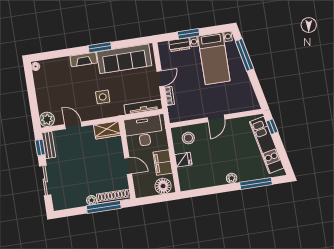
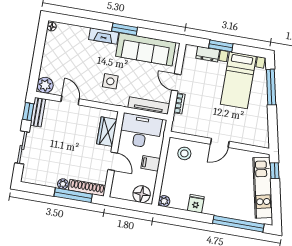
door: (160, 79) -> (176, 82), swing flipped
wardrobe: (107, 130) -> (107, 132), moved, turned 90
fridge: (183, 160) -> (196, 204), moved, turned -90
filing cabinet: (163, 163) -> (151, 163), width x0.50
plant: (232, 178) -> (164, 201), moved
window: (256, 183) -> (238, 224), width x1.46

